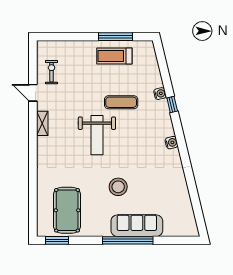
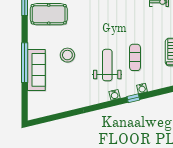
weight bench: (97, 135) -> (107, 65), moved, turned 90
water cooler: (171, 143) -> (114, 95), moved

